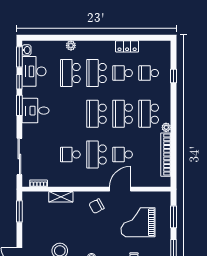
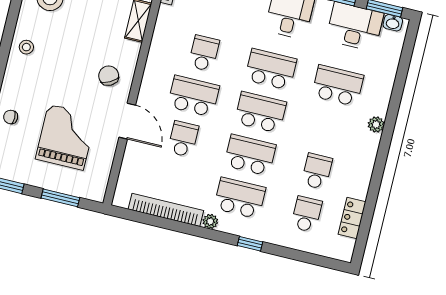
plant: (71, 45) -> (376, 124), moved
locker: (127, 46) -> (352, 218), moved
school desk: (96, 73) -> (271, 69), moved
window: (174, 76) -> (250, 244), moved

